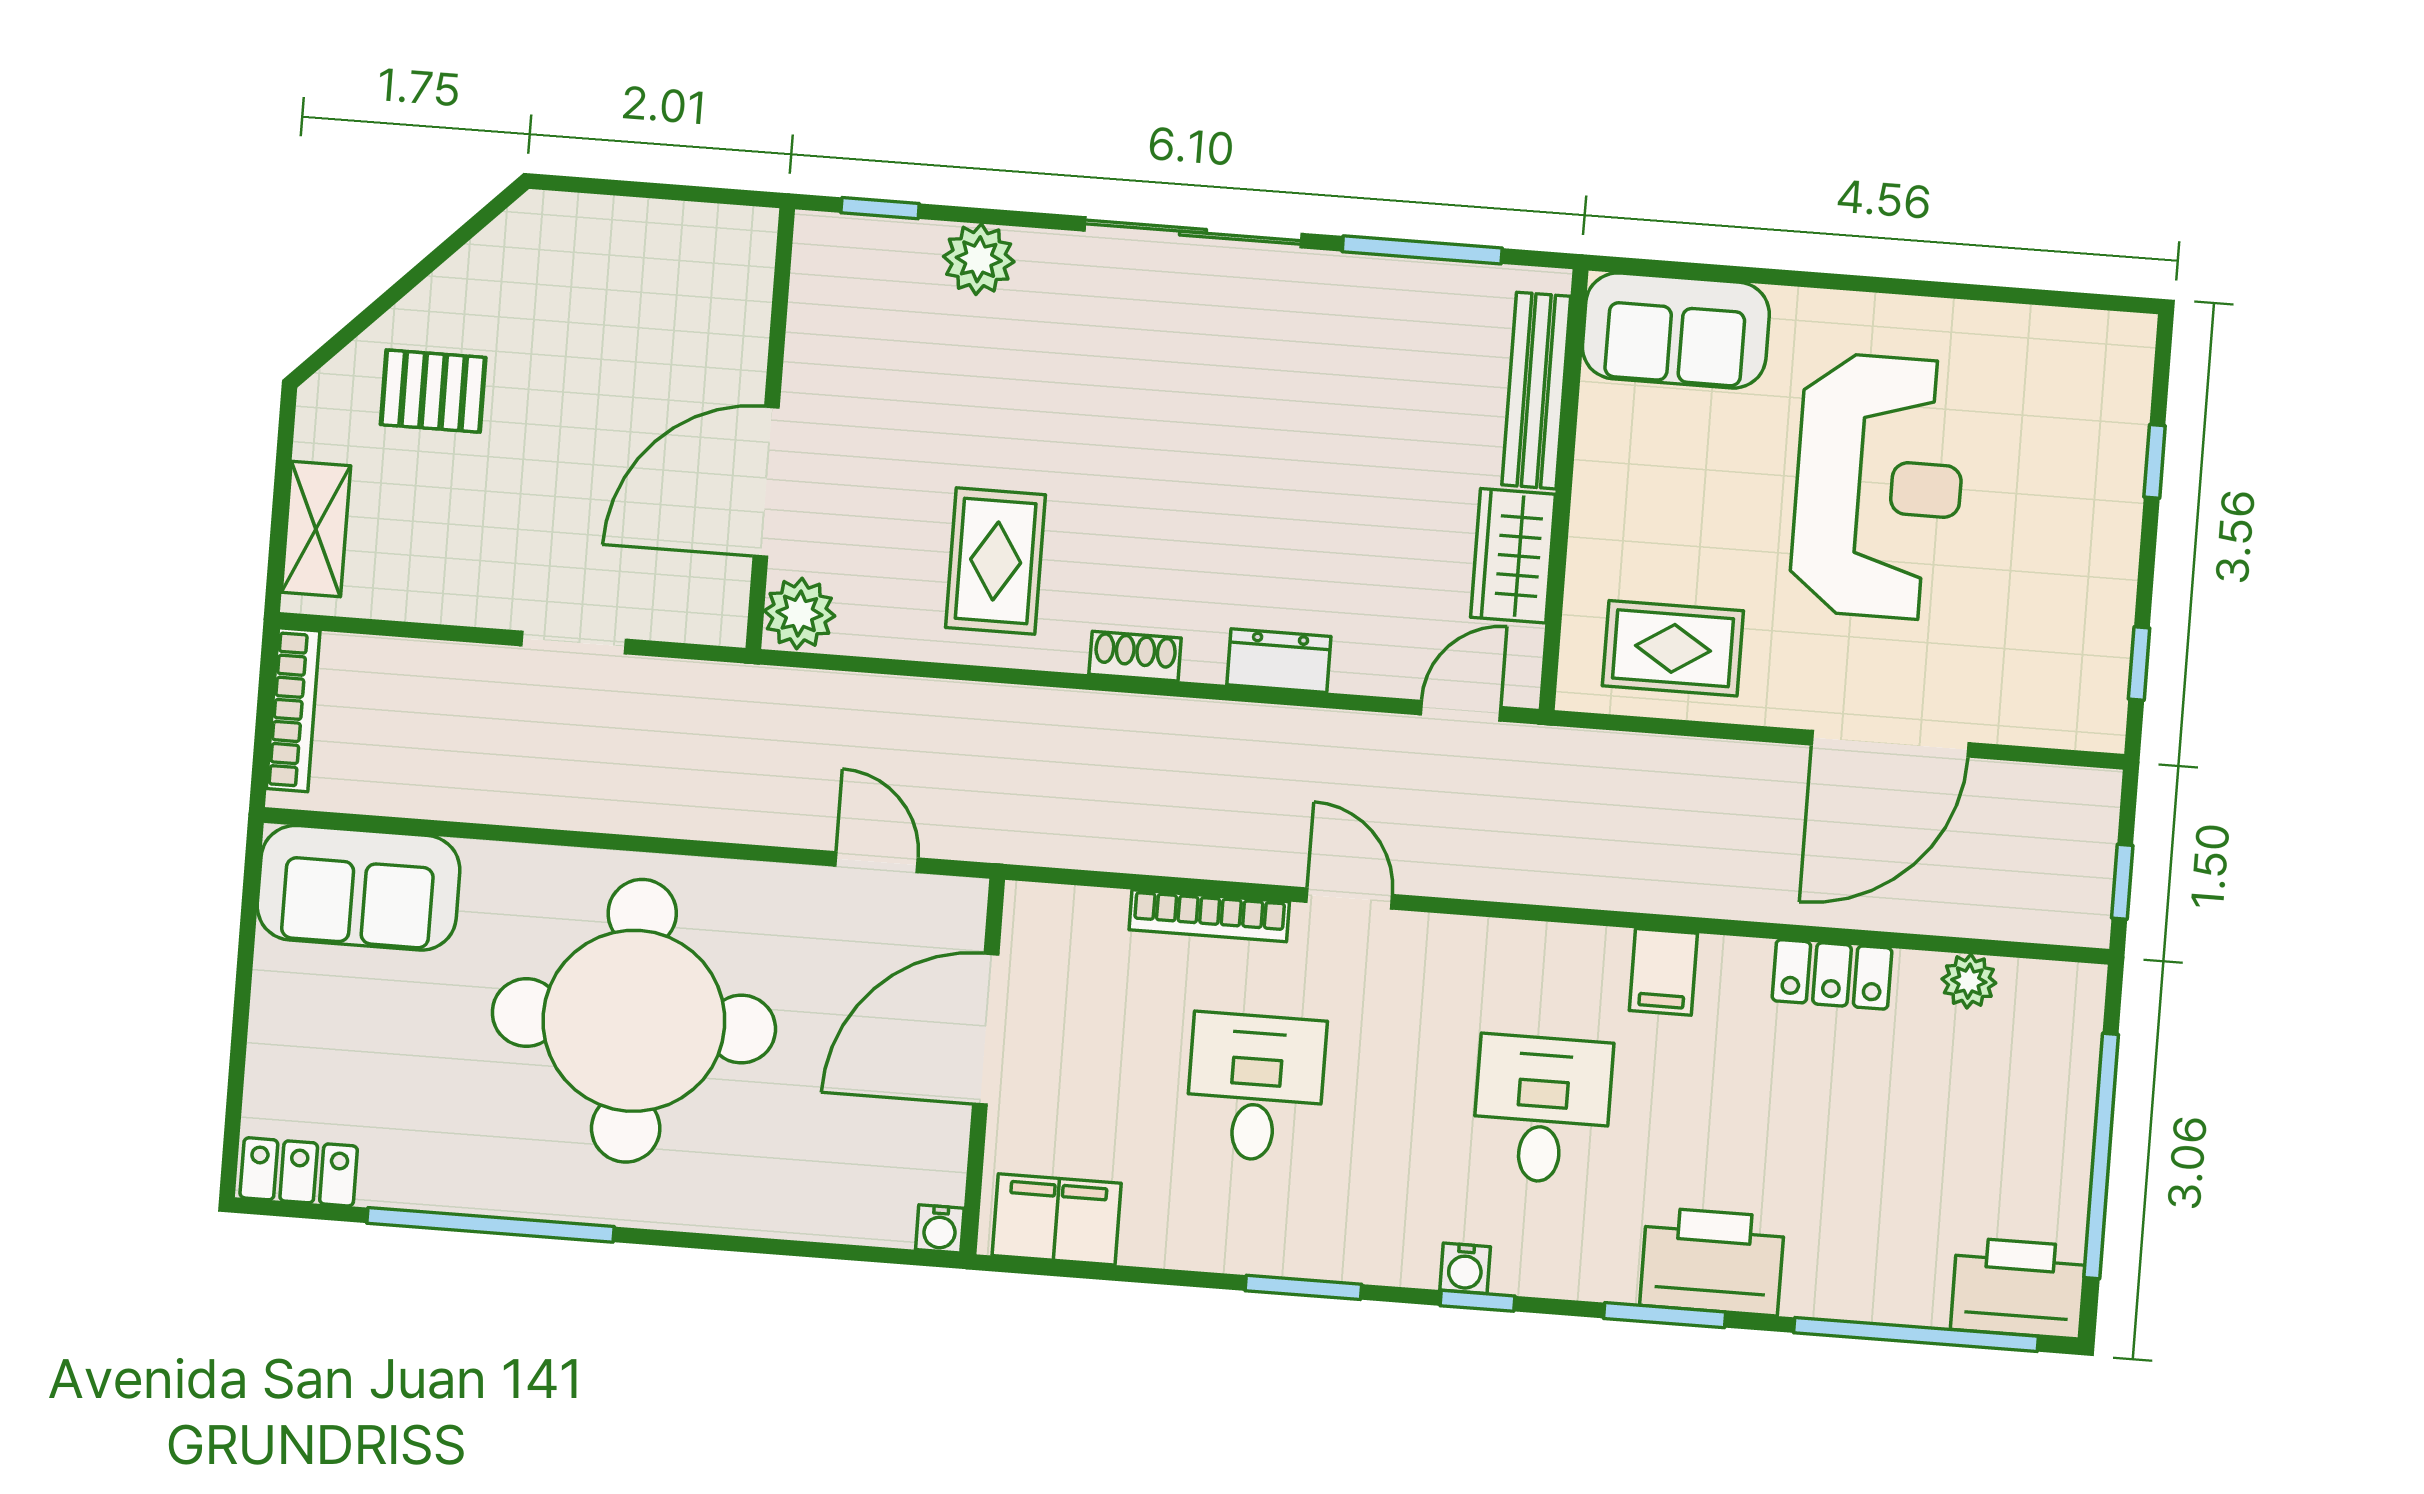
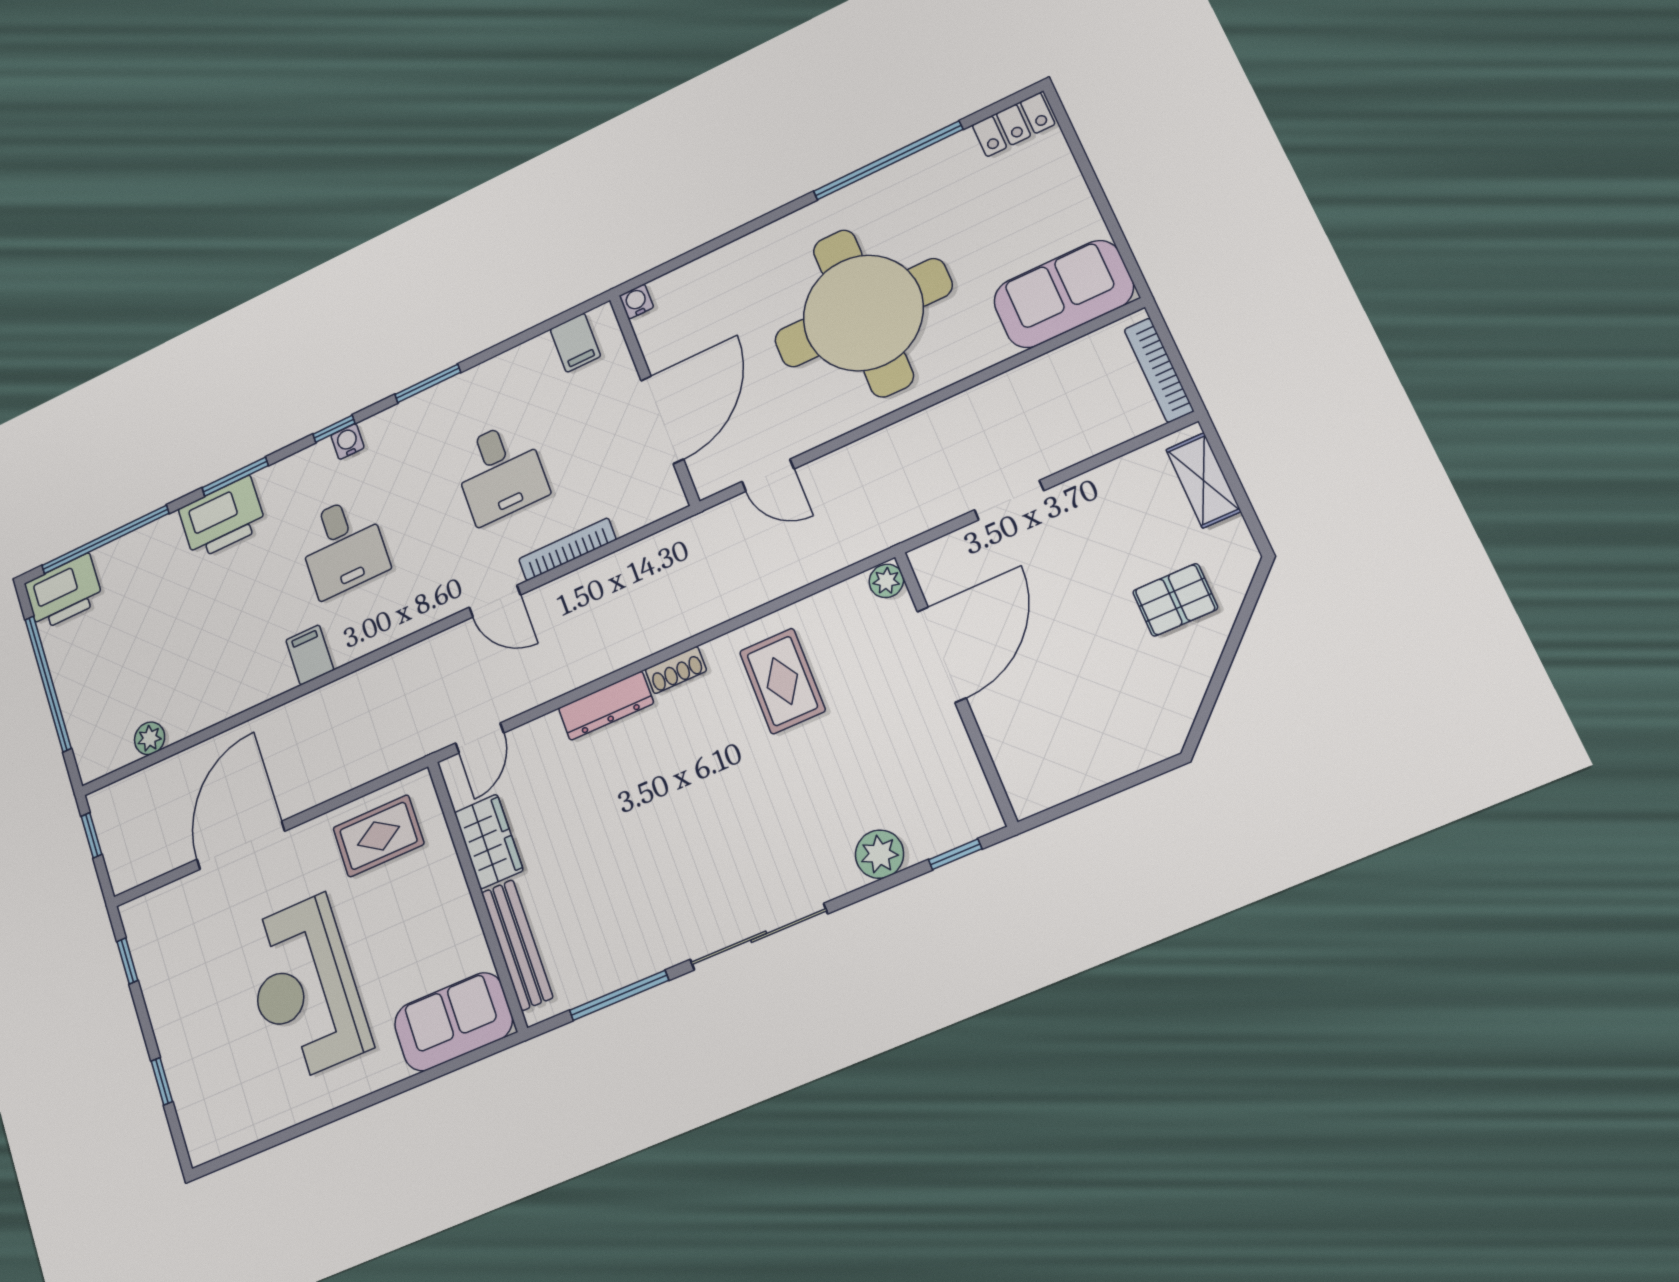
plant: (799, 613) -> (886, 581), width x0.73, depth x0.73
dresser: (1279, 661) -> (606, 706), width x1.44
locker: (1832, 974) -> (221, 703), removed
filing cabinet: (1057, 1219) -> (575, 343), width x0.50

